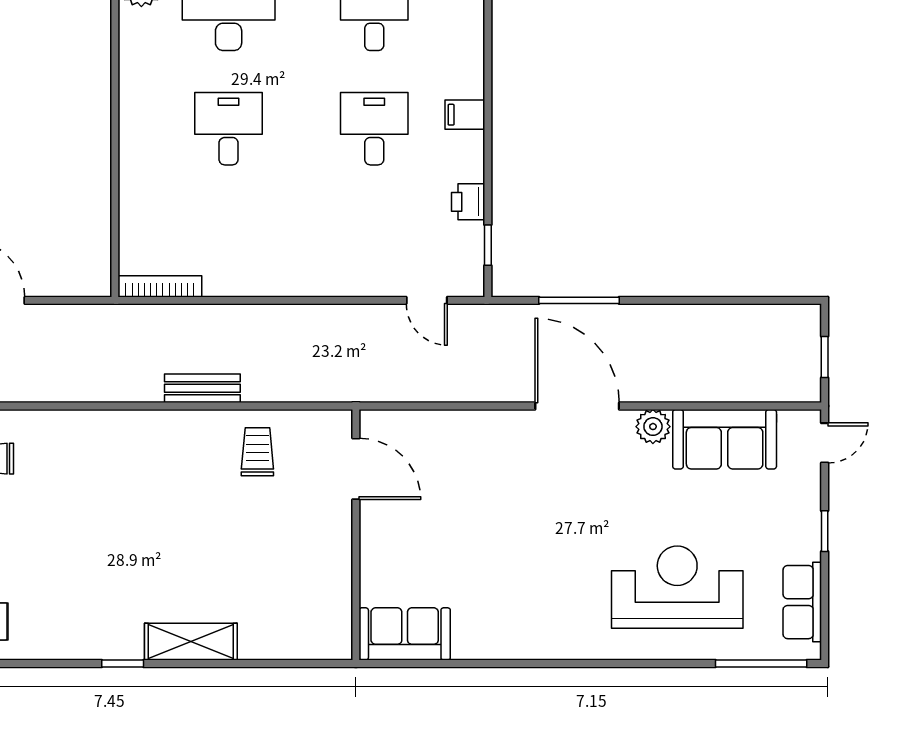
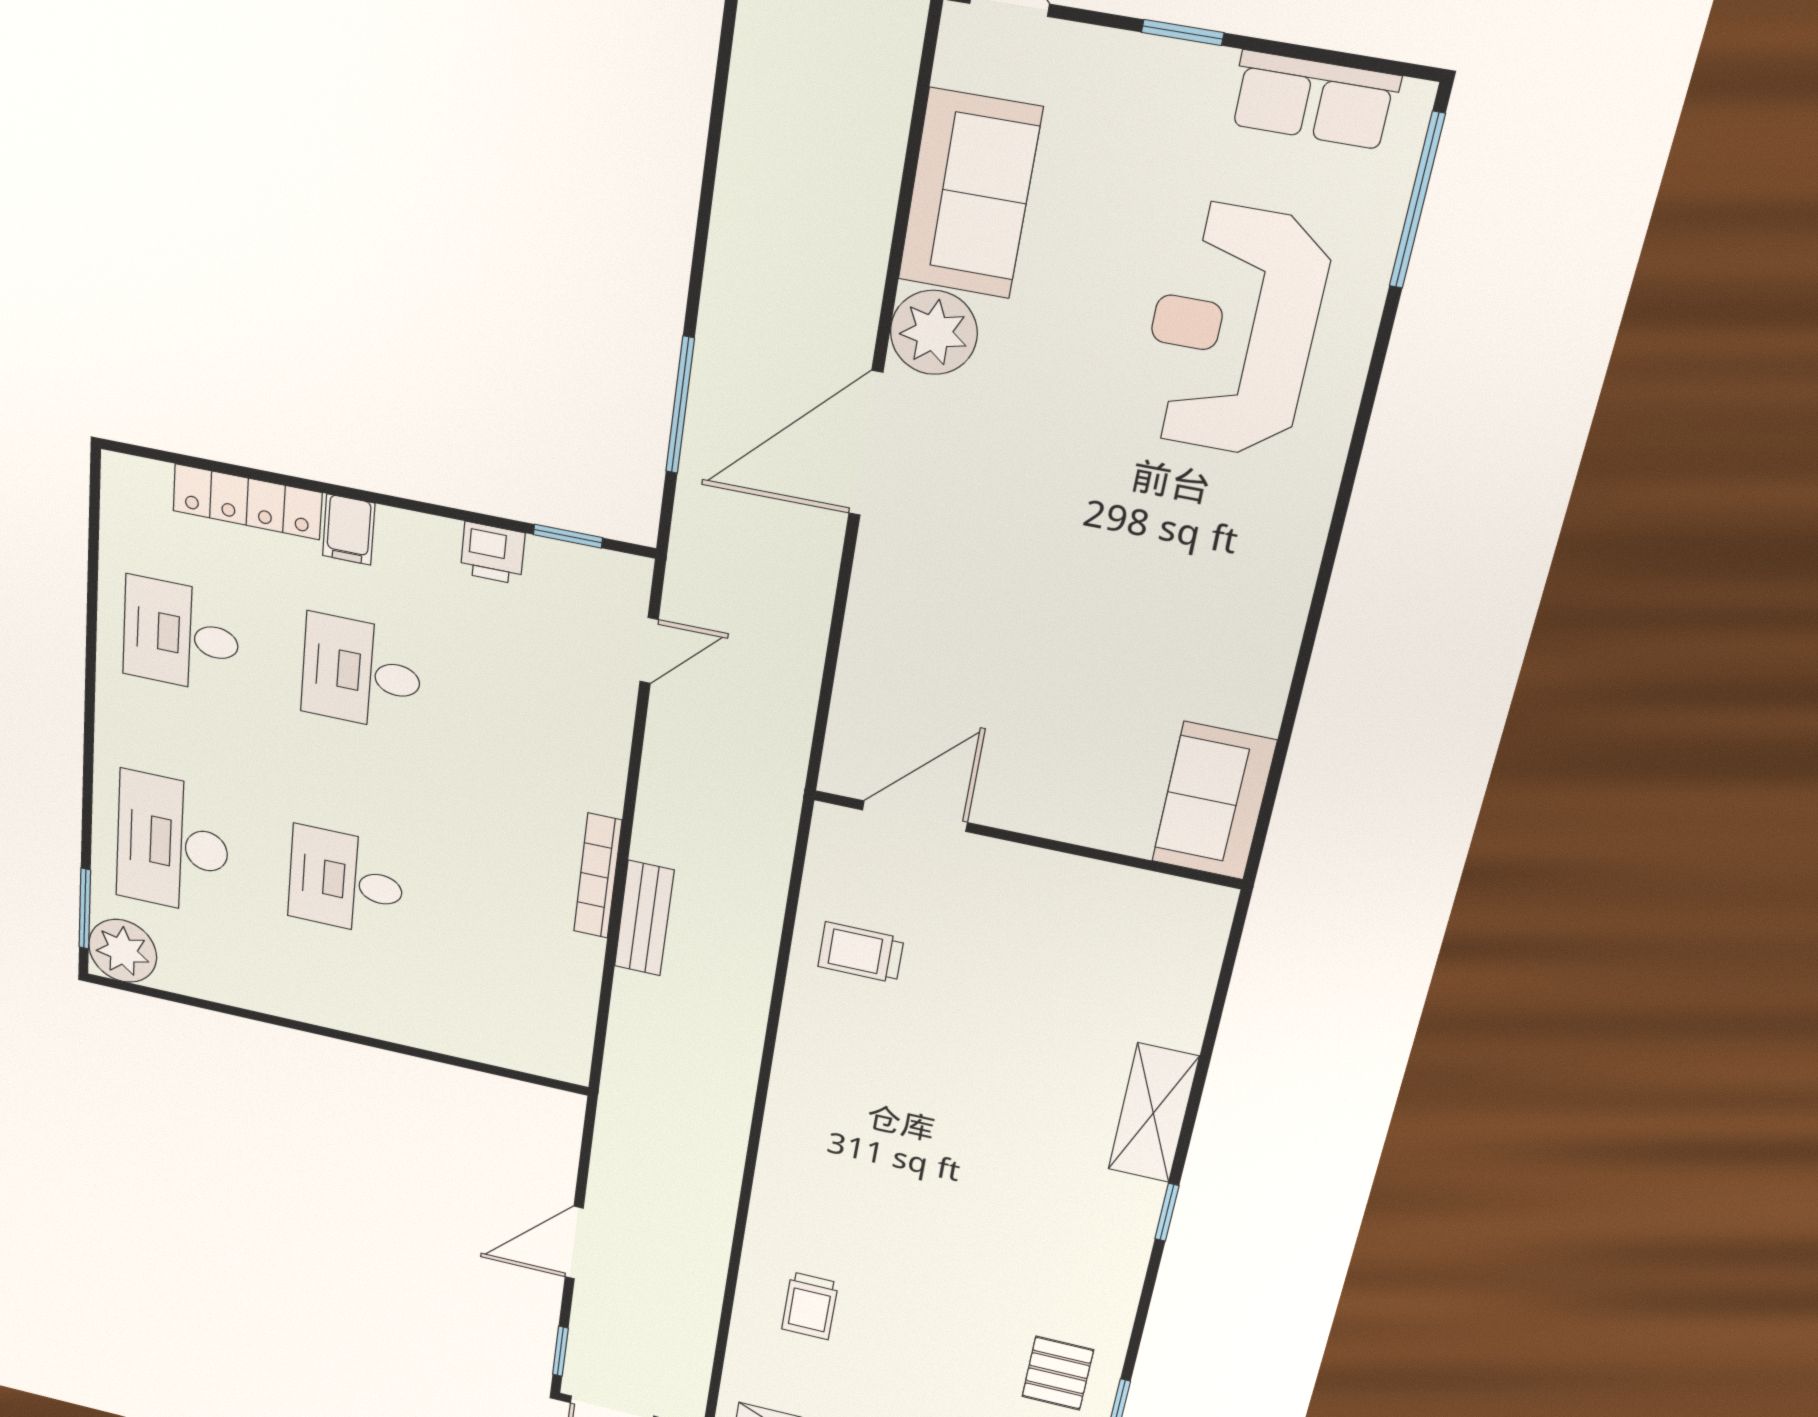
locker: (470, 52) -> (247, 502), added
bookcase: (160, 286) -> (598, 876), moved
bench: (202, 388) -> (644, 918), moved
plant: (653, 427) -> (934, 332), width x1.36, depth x1.36

